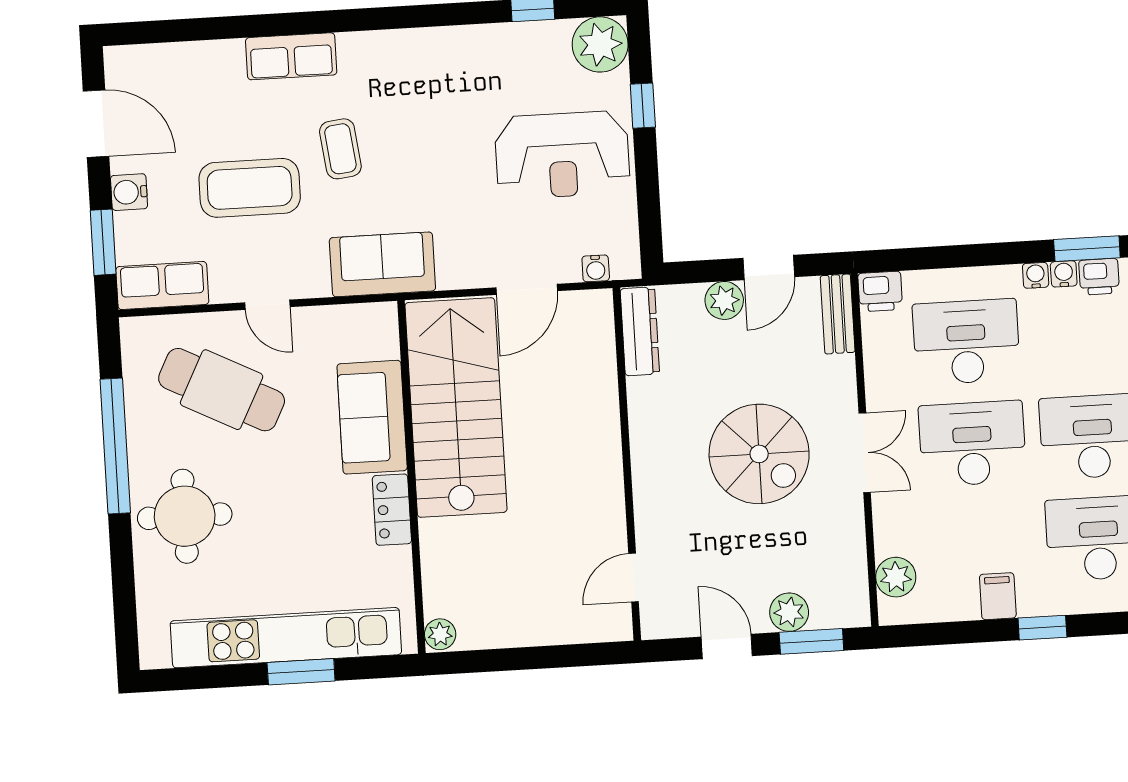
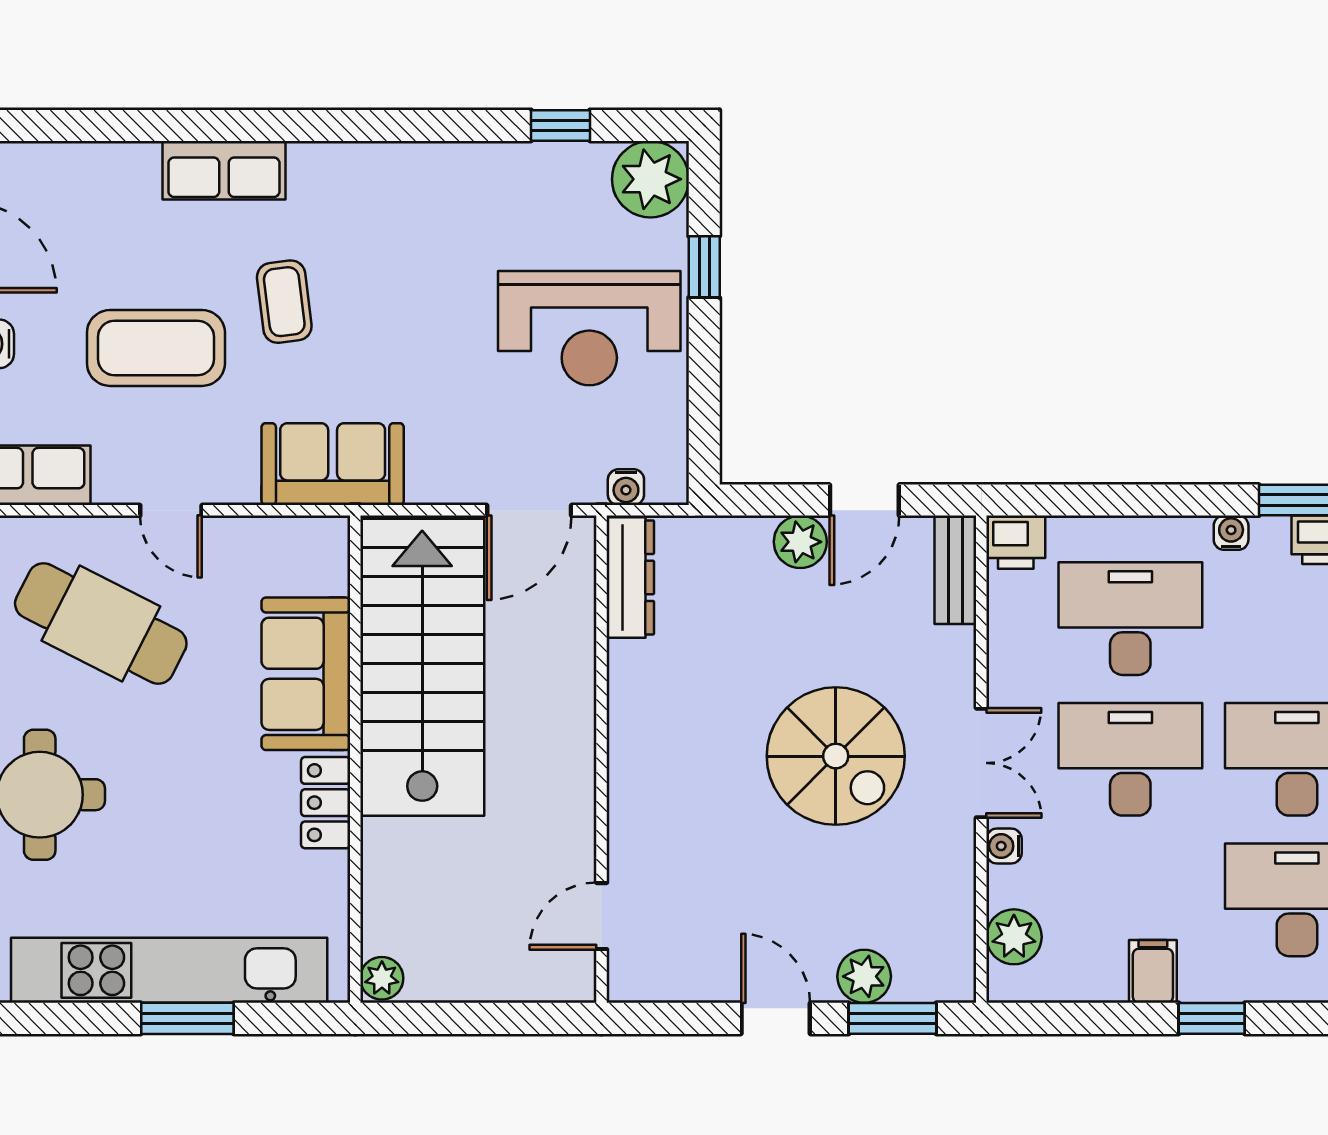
water cooler: (1064, 274) -> (1004, 846), moved, turned -90
dresser: (640, 331) -> (630, 577), moved
wall: (627, 464) -> (602, 759), moved
door: (634, 578) -> (602, 916), moved

